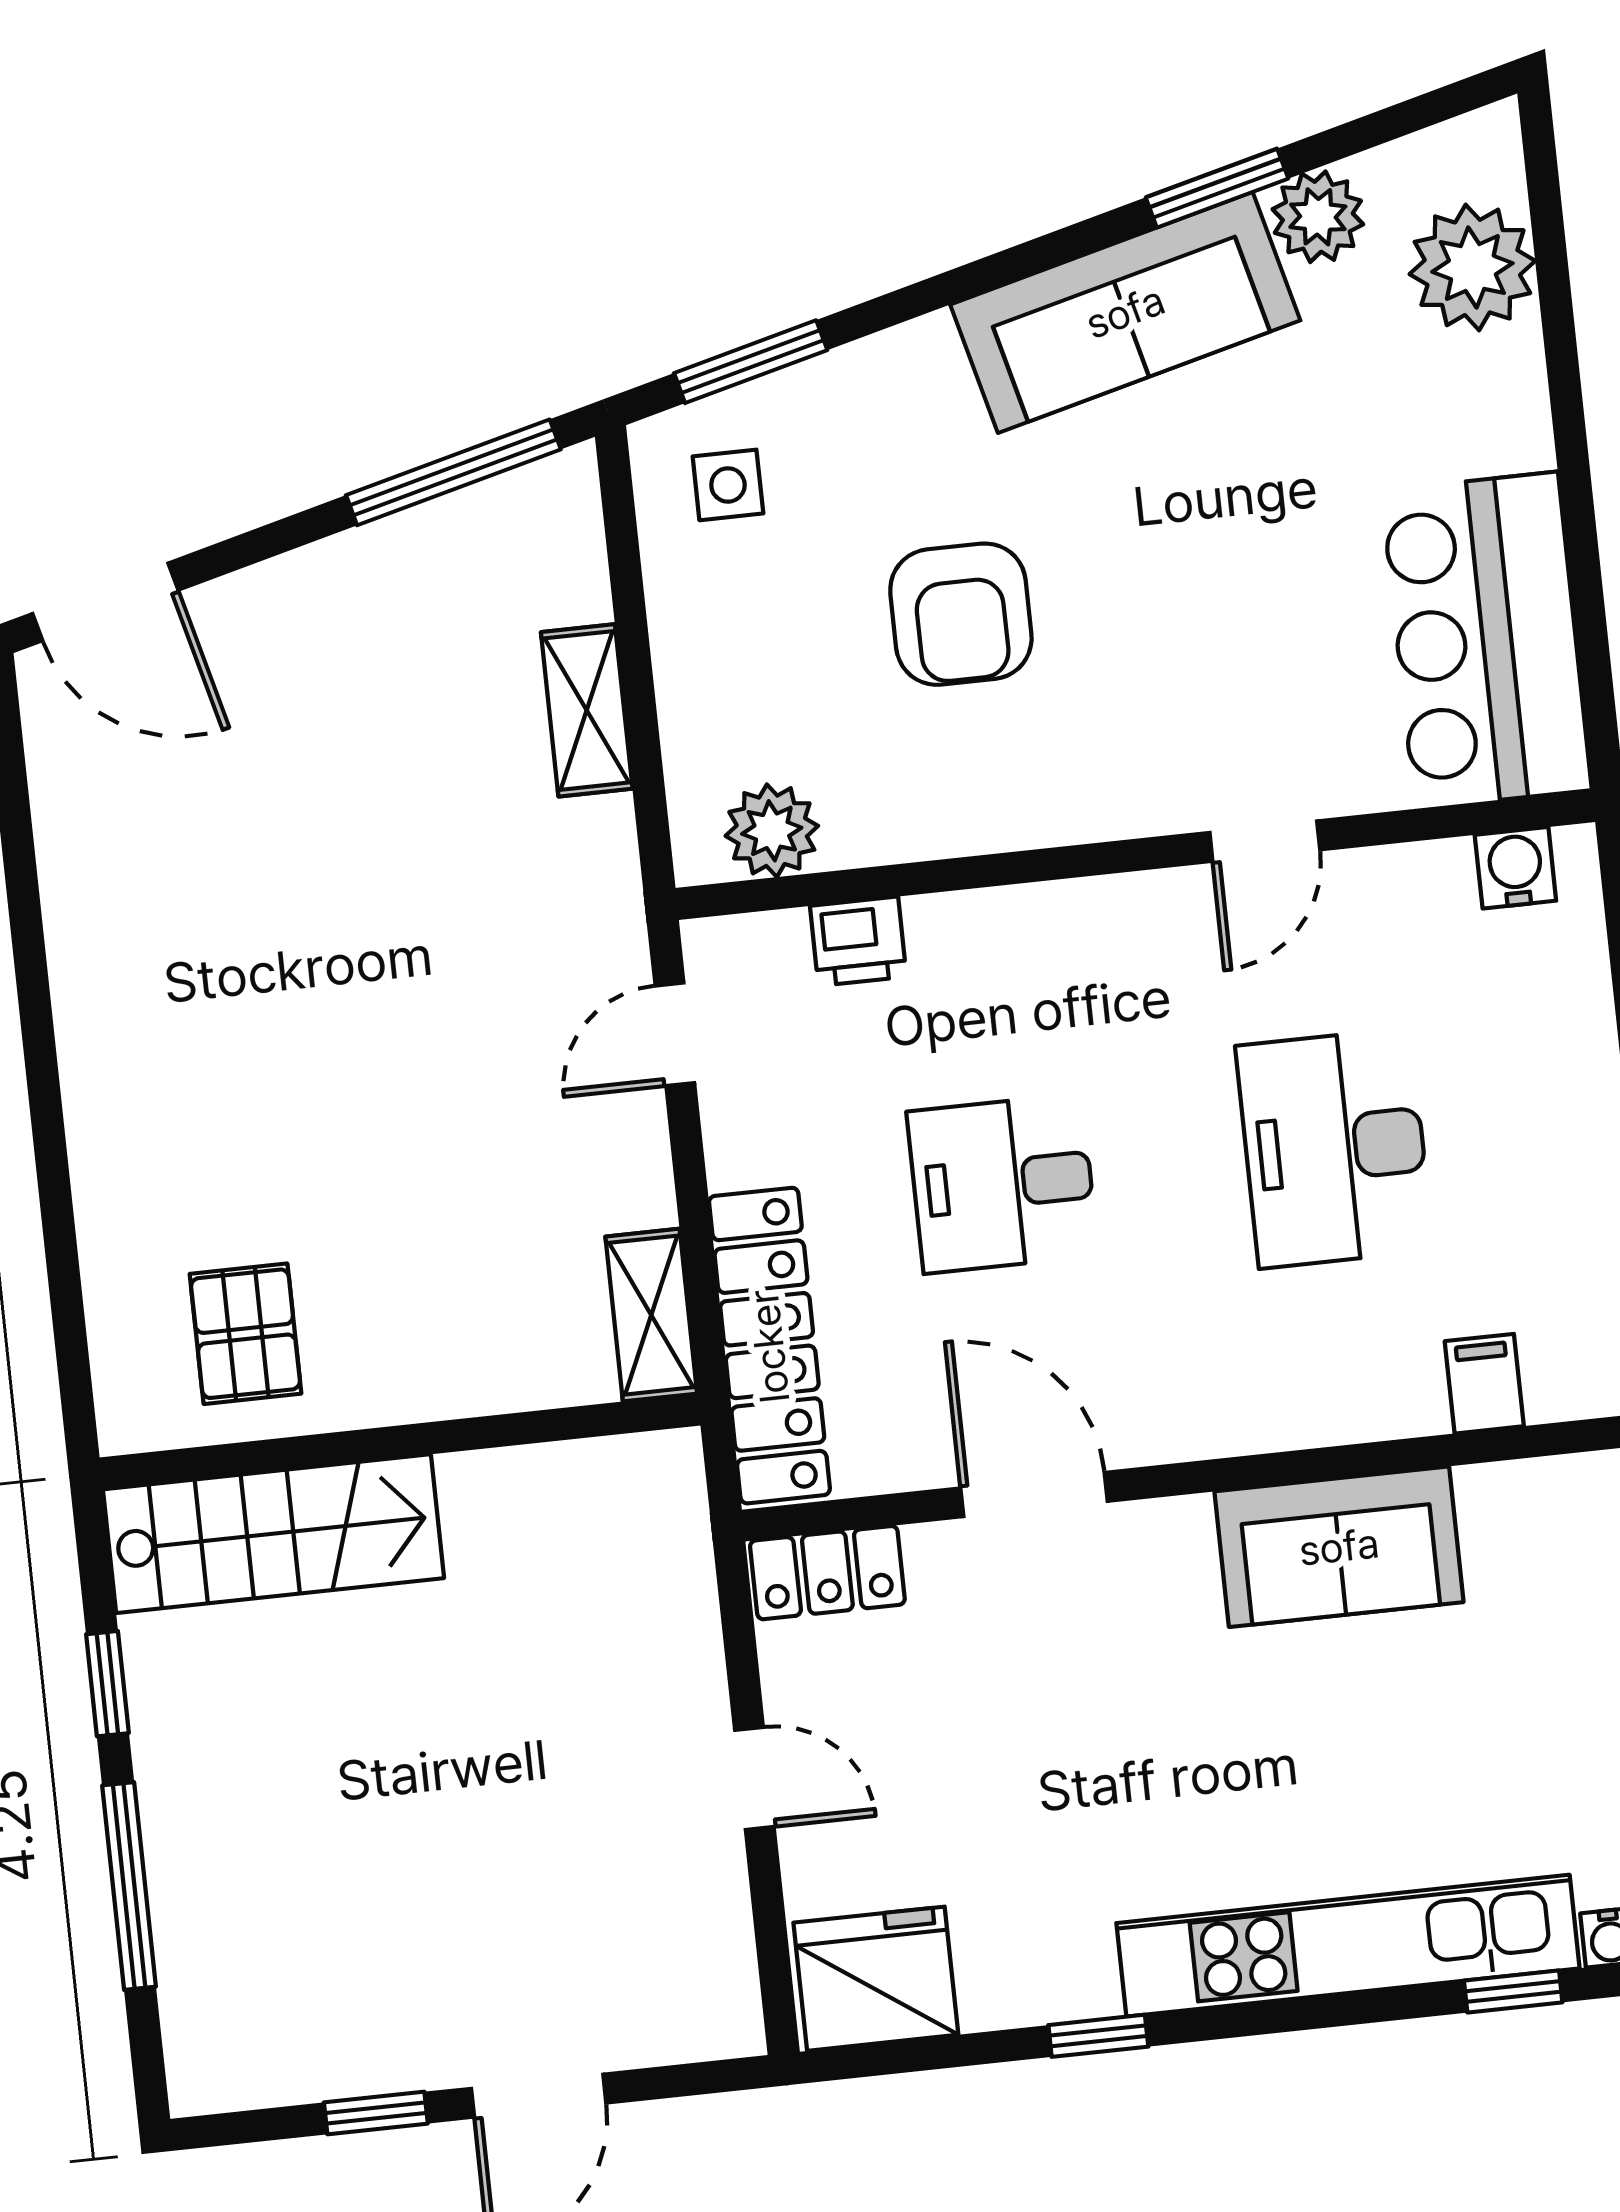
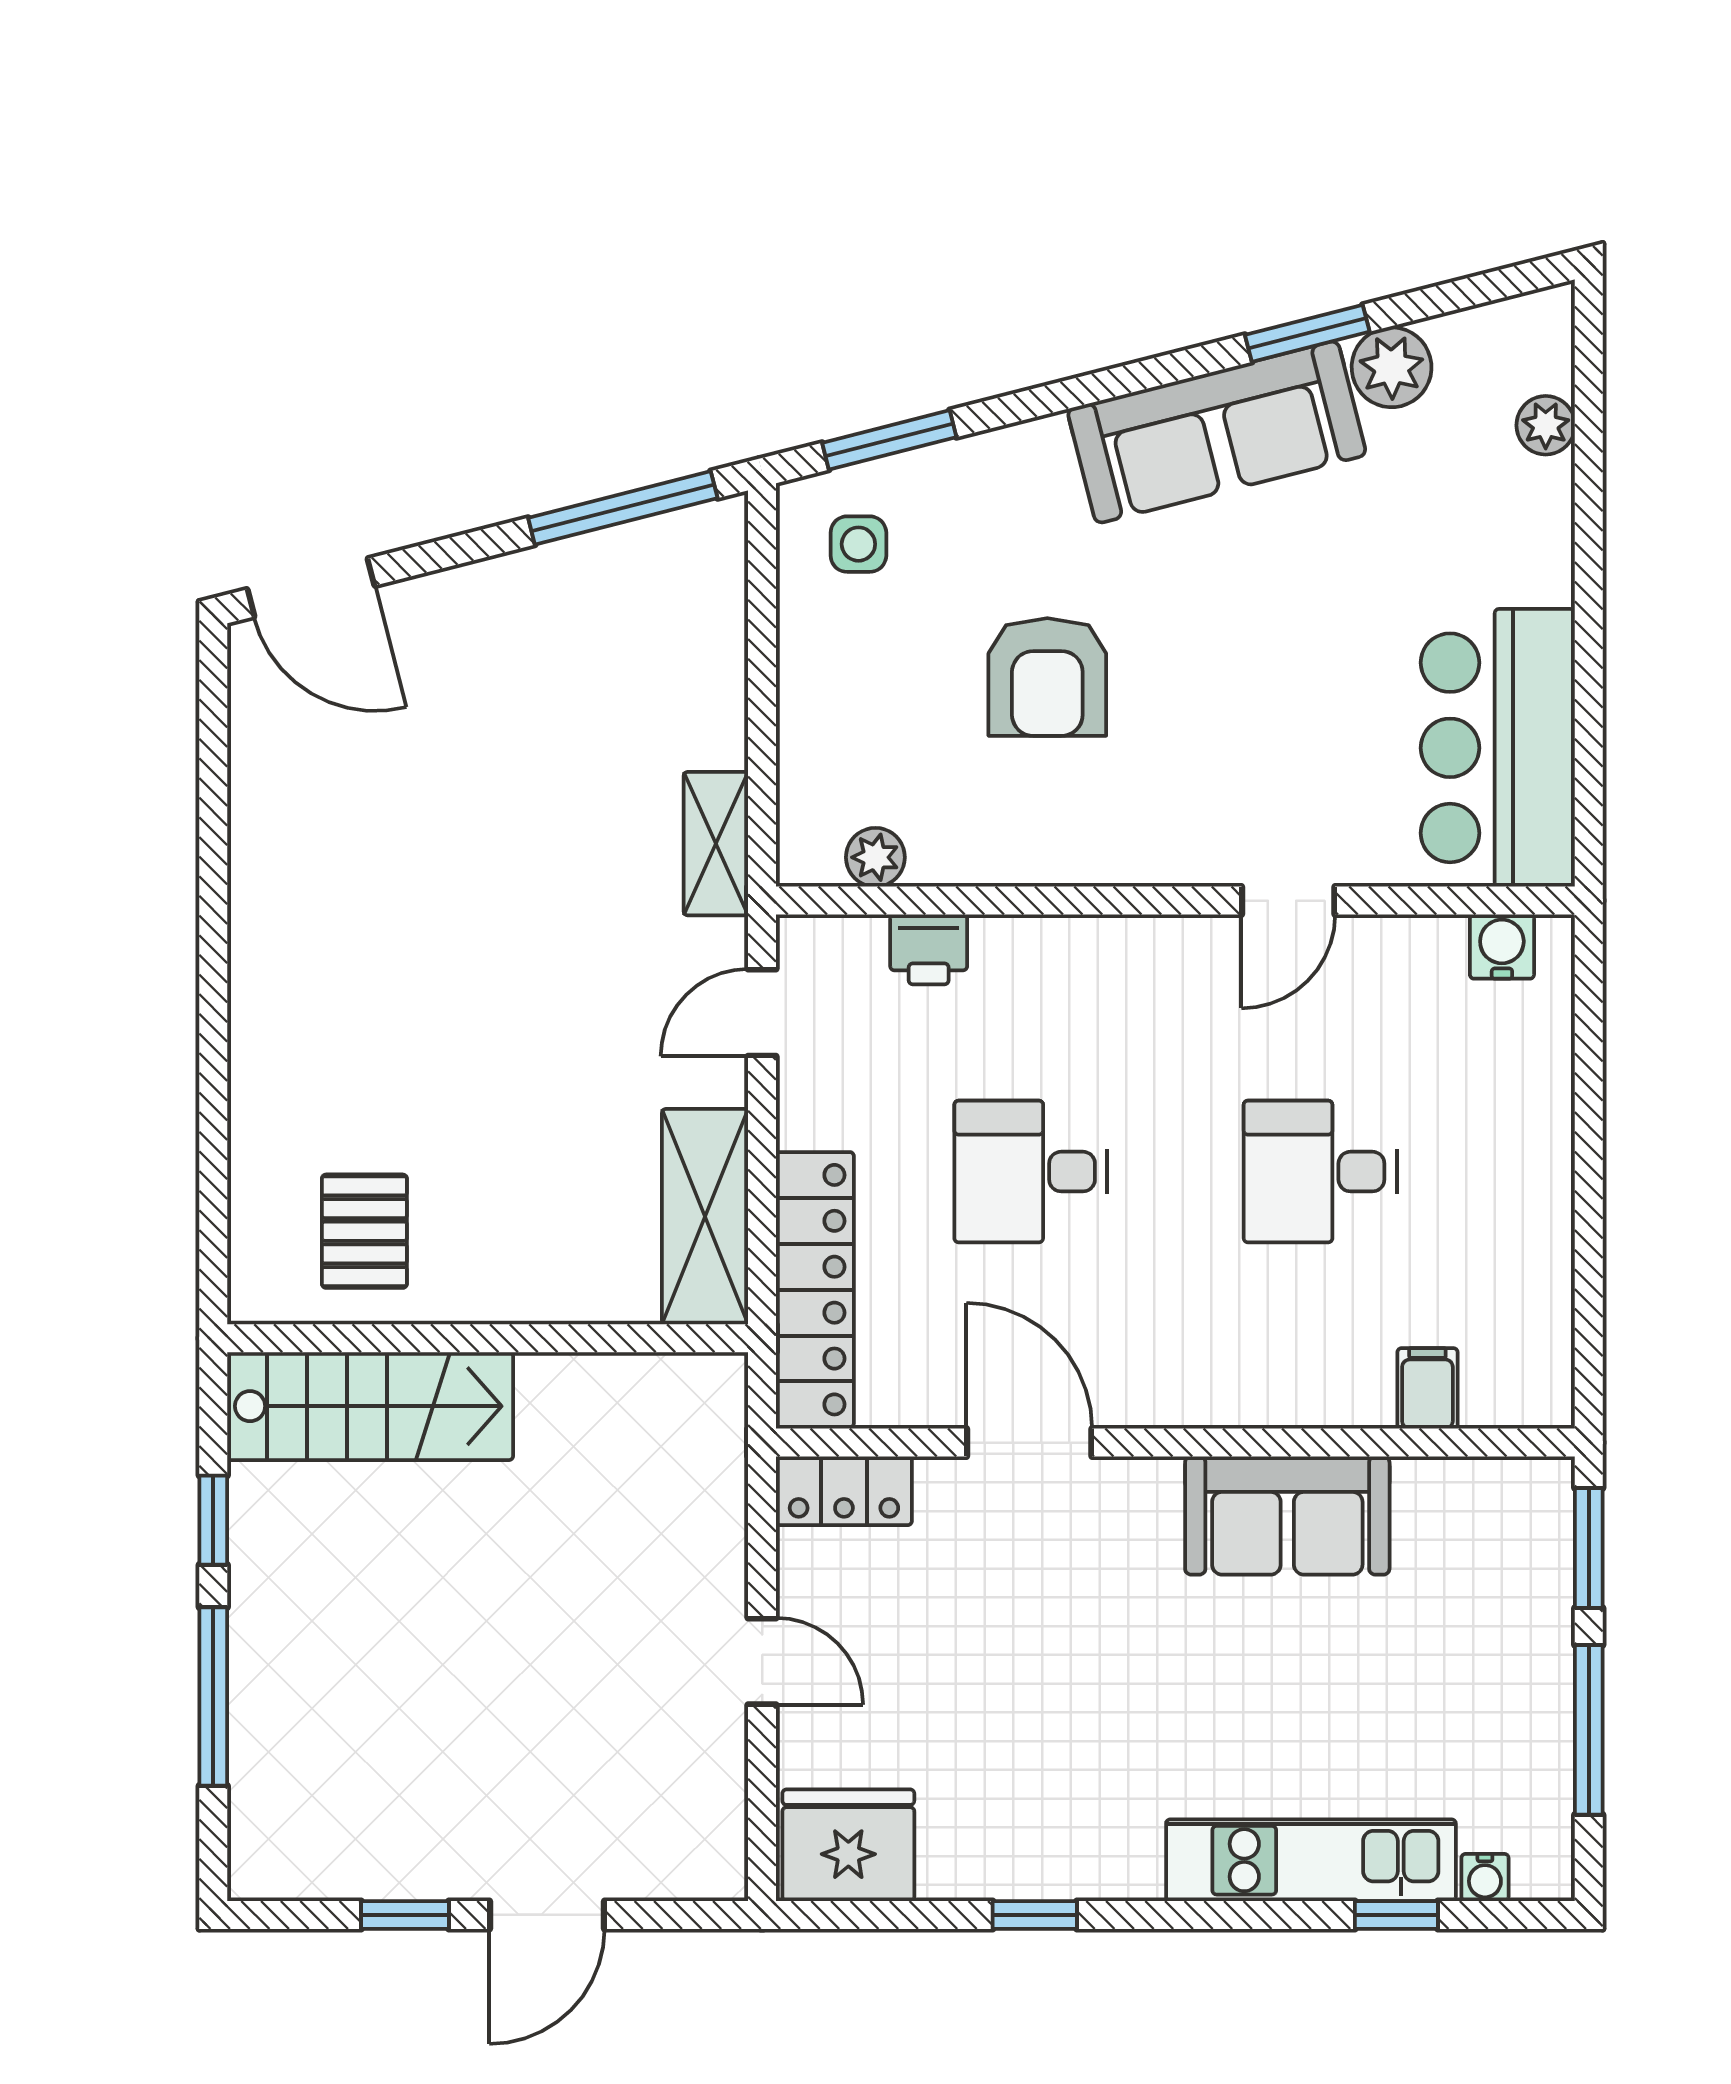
plant: (1472, 267) -> (1546, 425), width x0.53, depth x0.53
shelving: (587, 710) -> (716, 844), moved
plant: (772, 831) -> (875, 857), width x0.73, depth x0.73
desk: (1335, 1148) -> (1320, 1172), width x0.73
shelving: (651, 1315) -> (705, 1217), width x1.50, depth x1.33
kitchen unit: (1348, 1946) -> (1311, 1860), width x0.73

